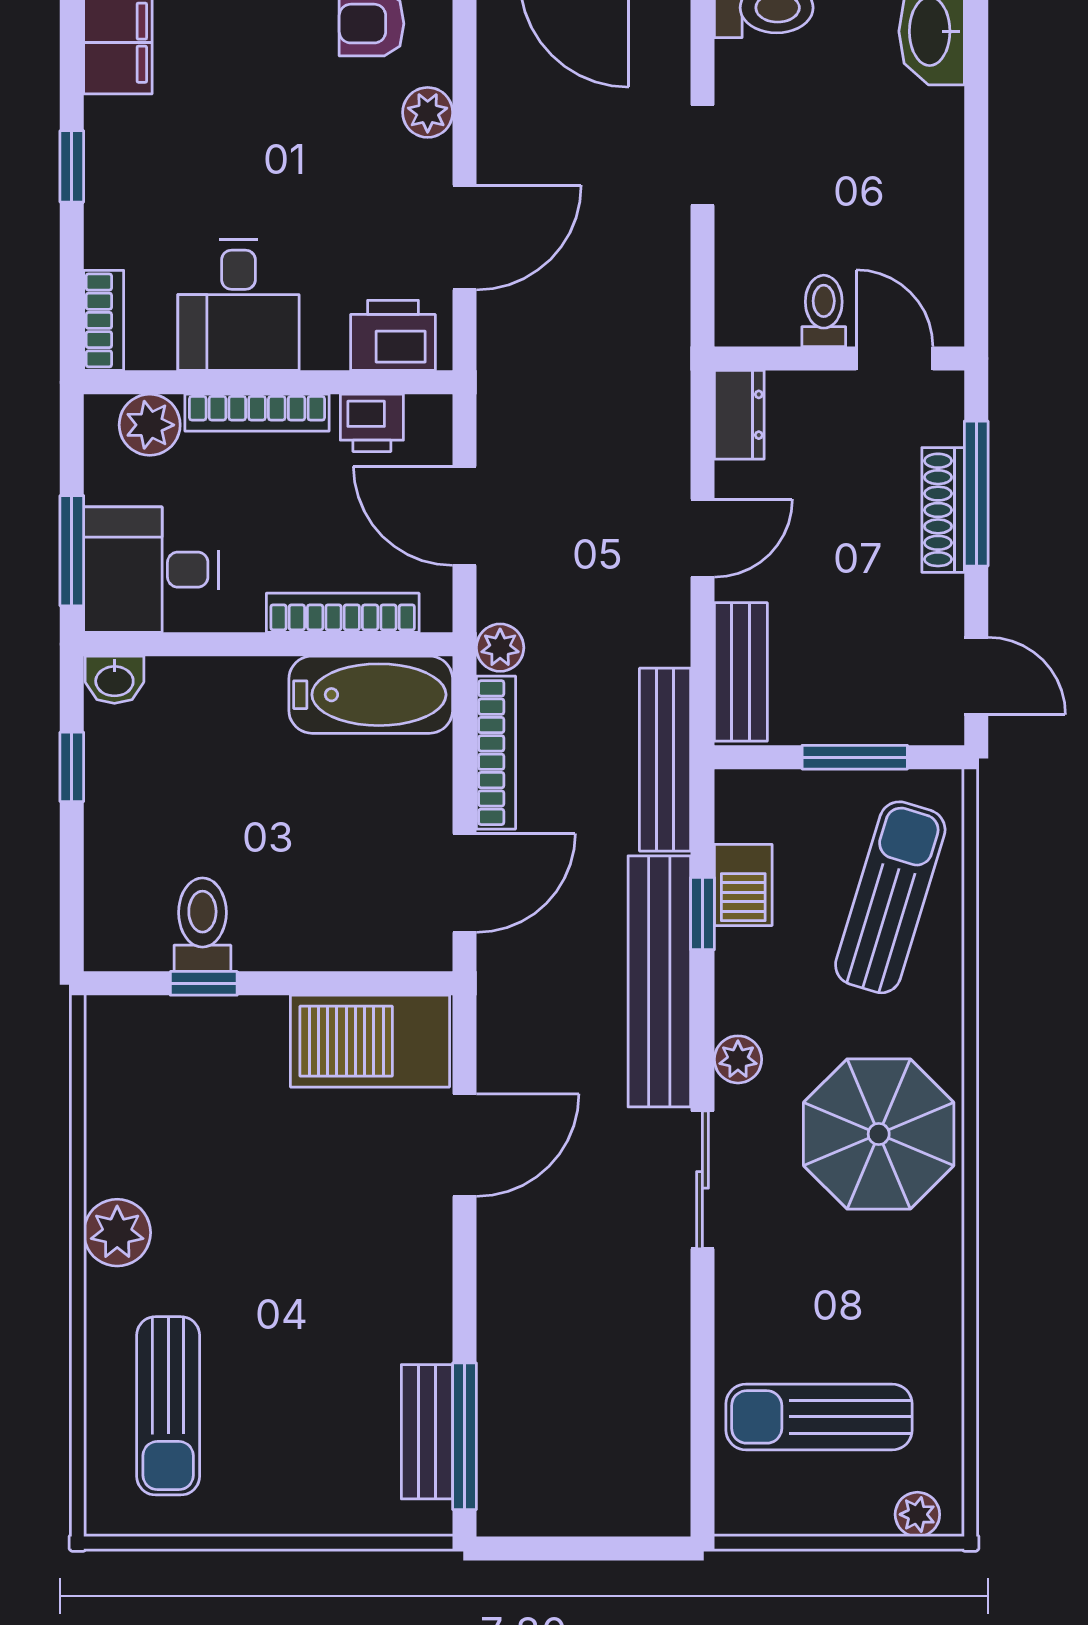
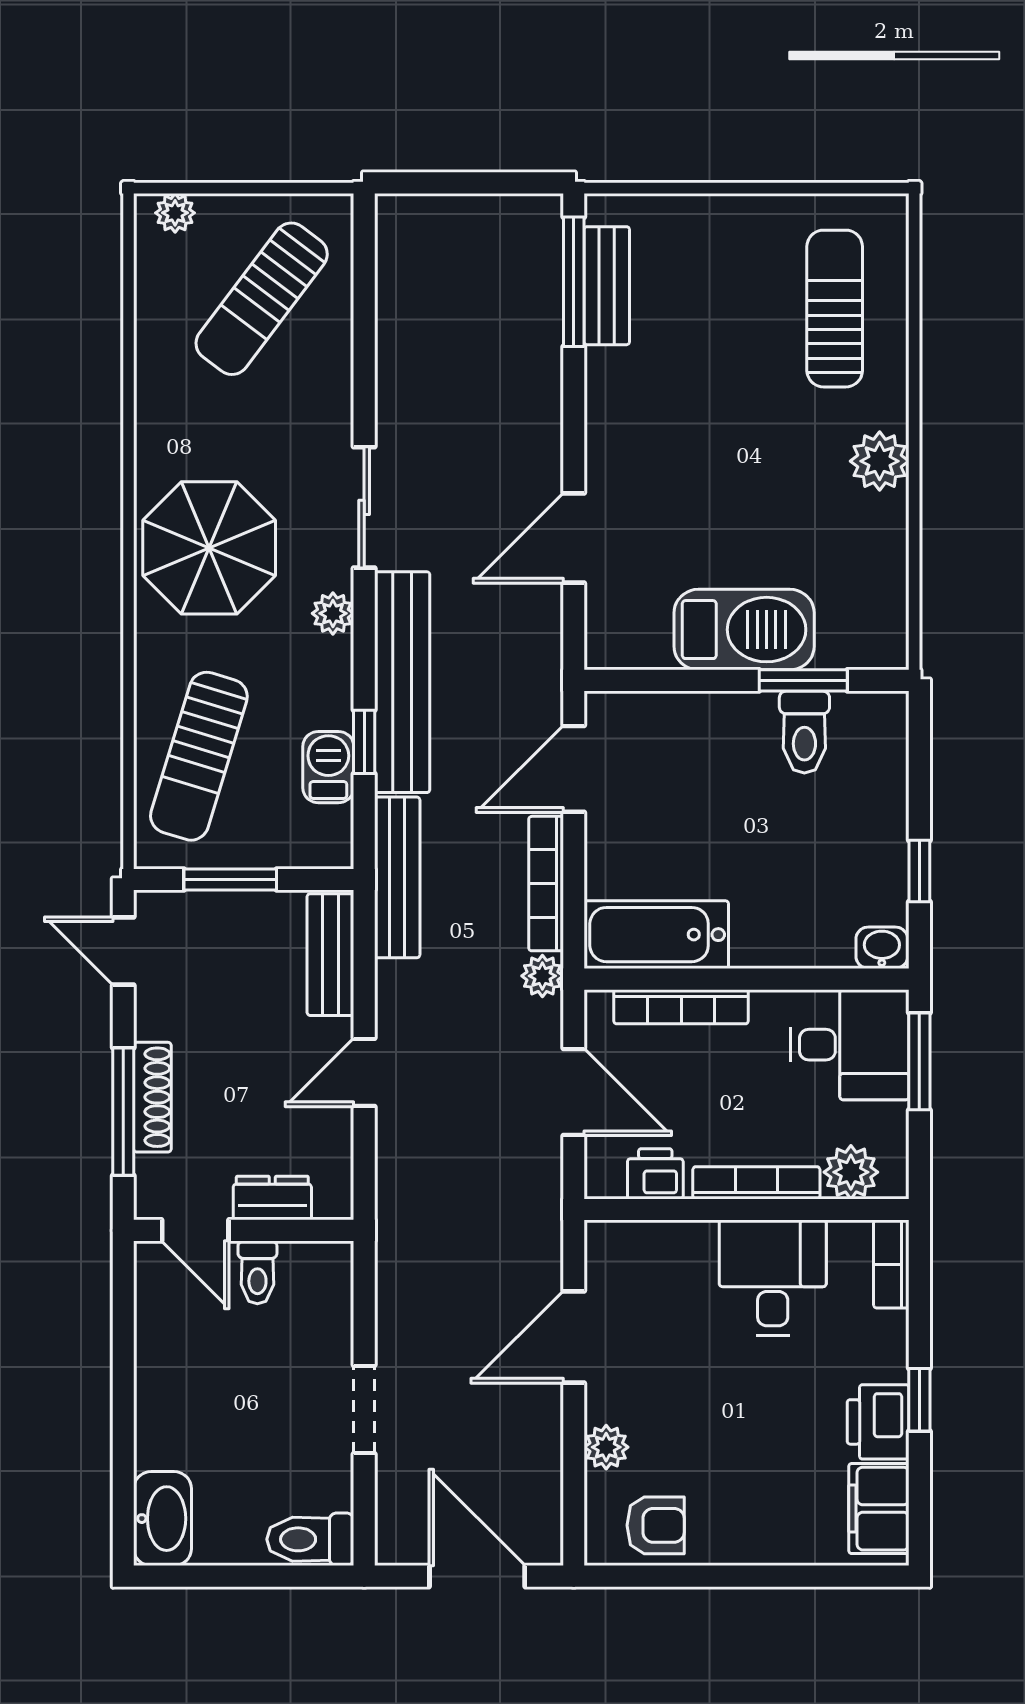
printer: (393, 335) -> (878, 1422), moved, turned 90
dresser: (739, 415) -> (272, 1198), moved, turned 90
window: (204, 983) -> (803, 680), width x1.50
barbecue: (370, 1041) -> (744, 630), moved
sun lounger: (819, 1417) -> (262, 299), turned 127

